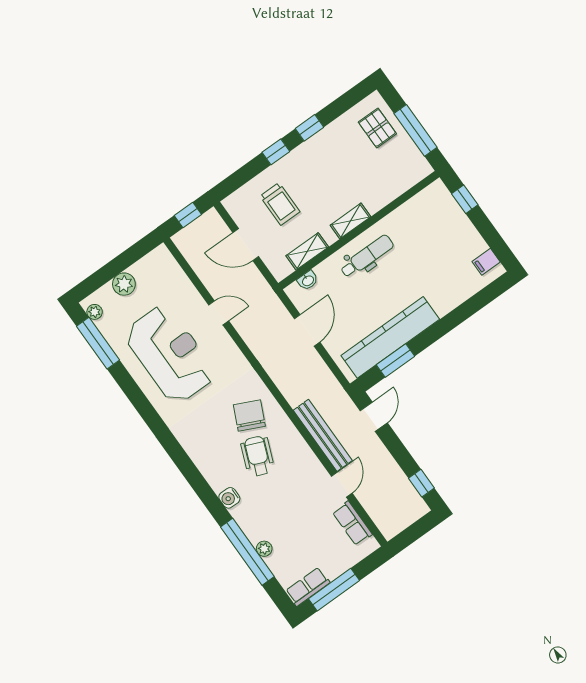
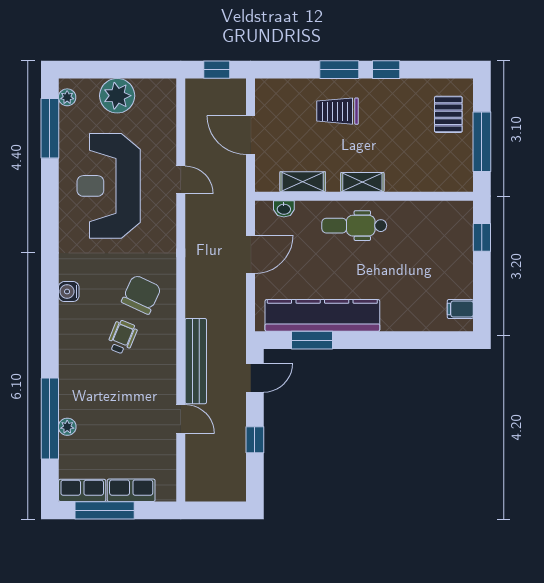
window: (276, 152) -> (339, 70), width x1.50
trolley: (280, 204) -> (338, 111), moved, turned 90
dental chair: (367, 256) -> (354, 226), turned 180
plant: (124, 284) -> (117, 96), width x1.36, depth x1.36
reception desk: (170, 354) -> (109, 186), turned 180
wheelchair: (258, 456) -> (122, 337), width x0.73, depth x0.73
window: (421, 483) -> (255, 440), moved
door: (342, 485) -> (181, 419), hinge flipped
water cooler: (229, 498) -> (69, 292), moved
row of seats: (352, 523) -> (131, 490), moved, turned 90

